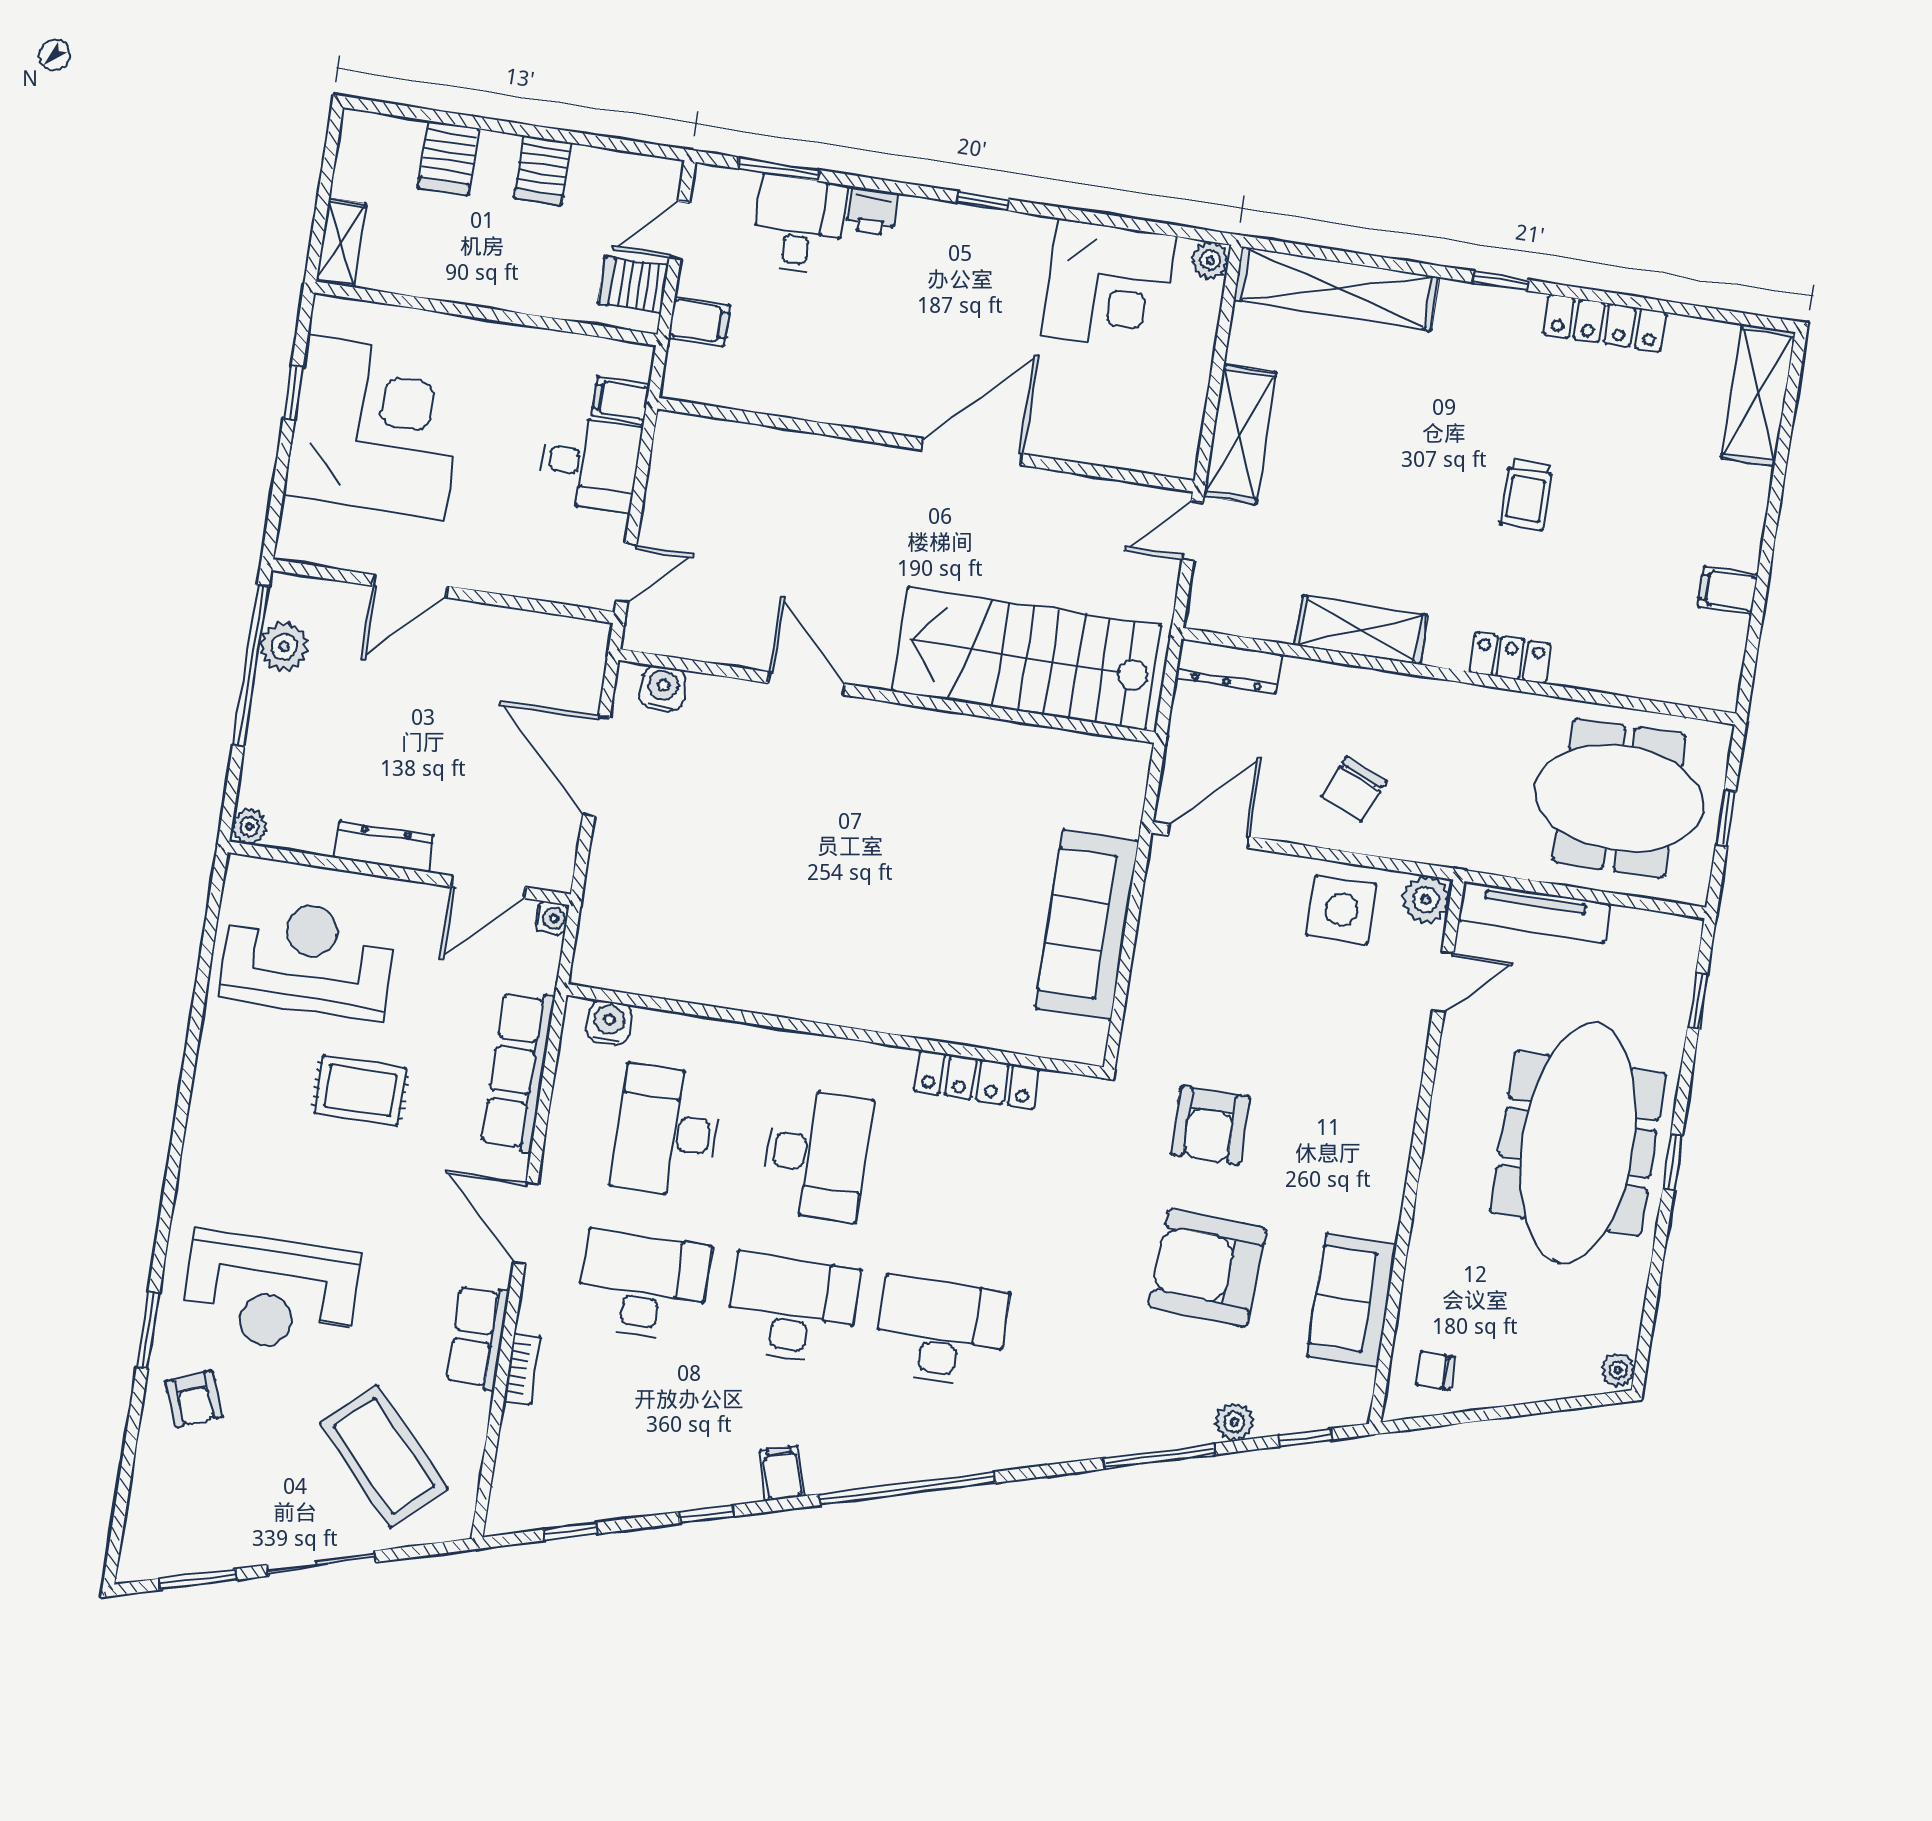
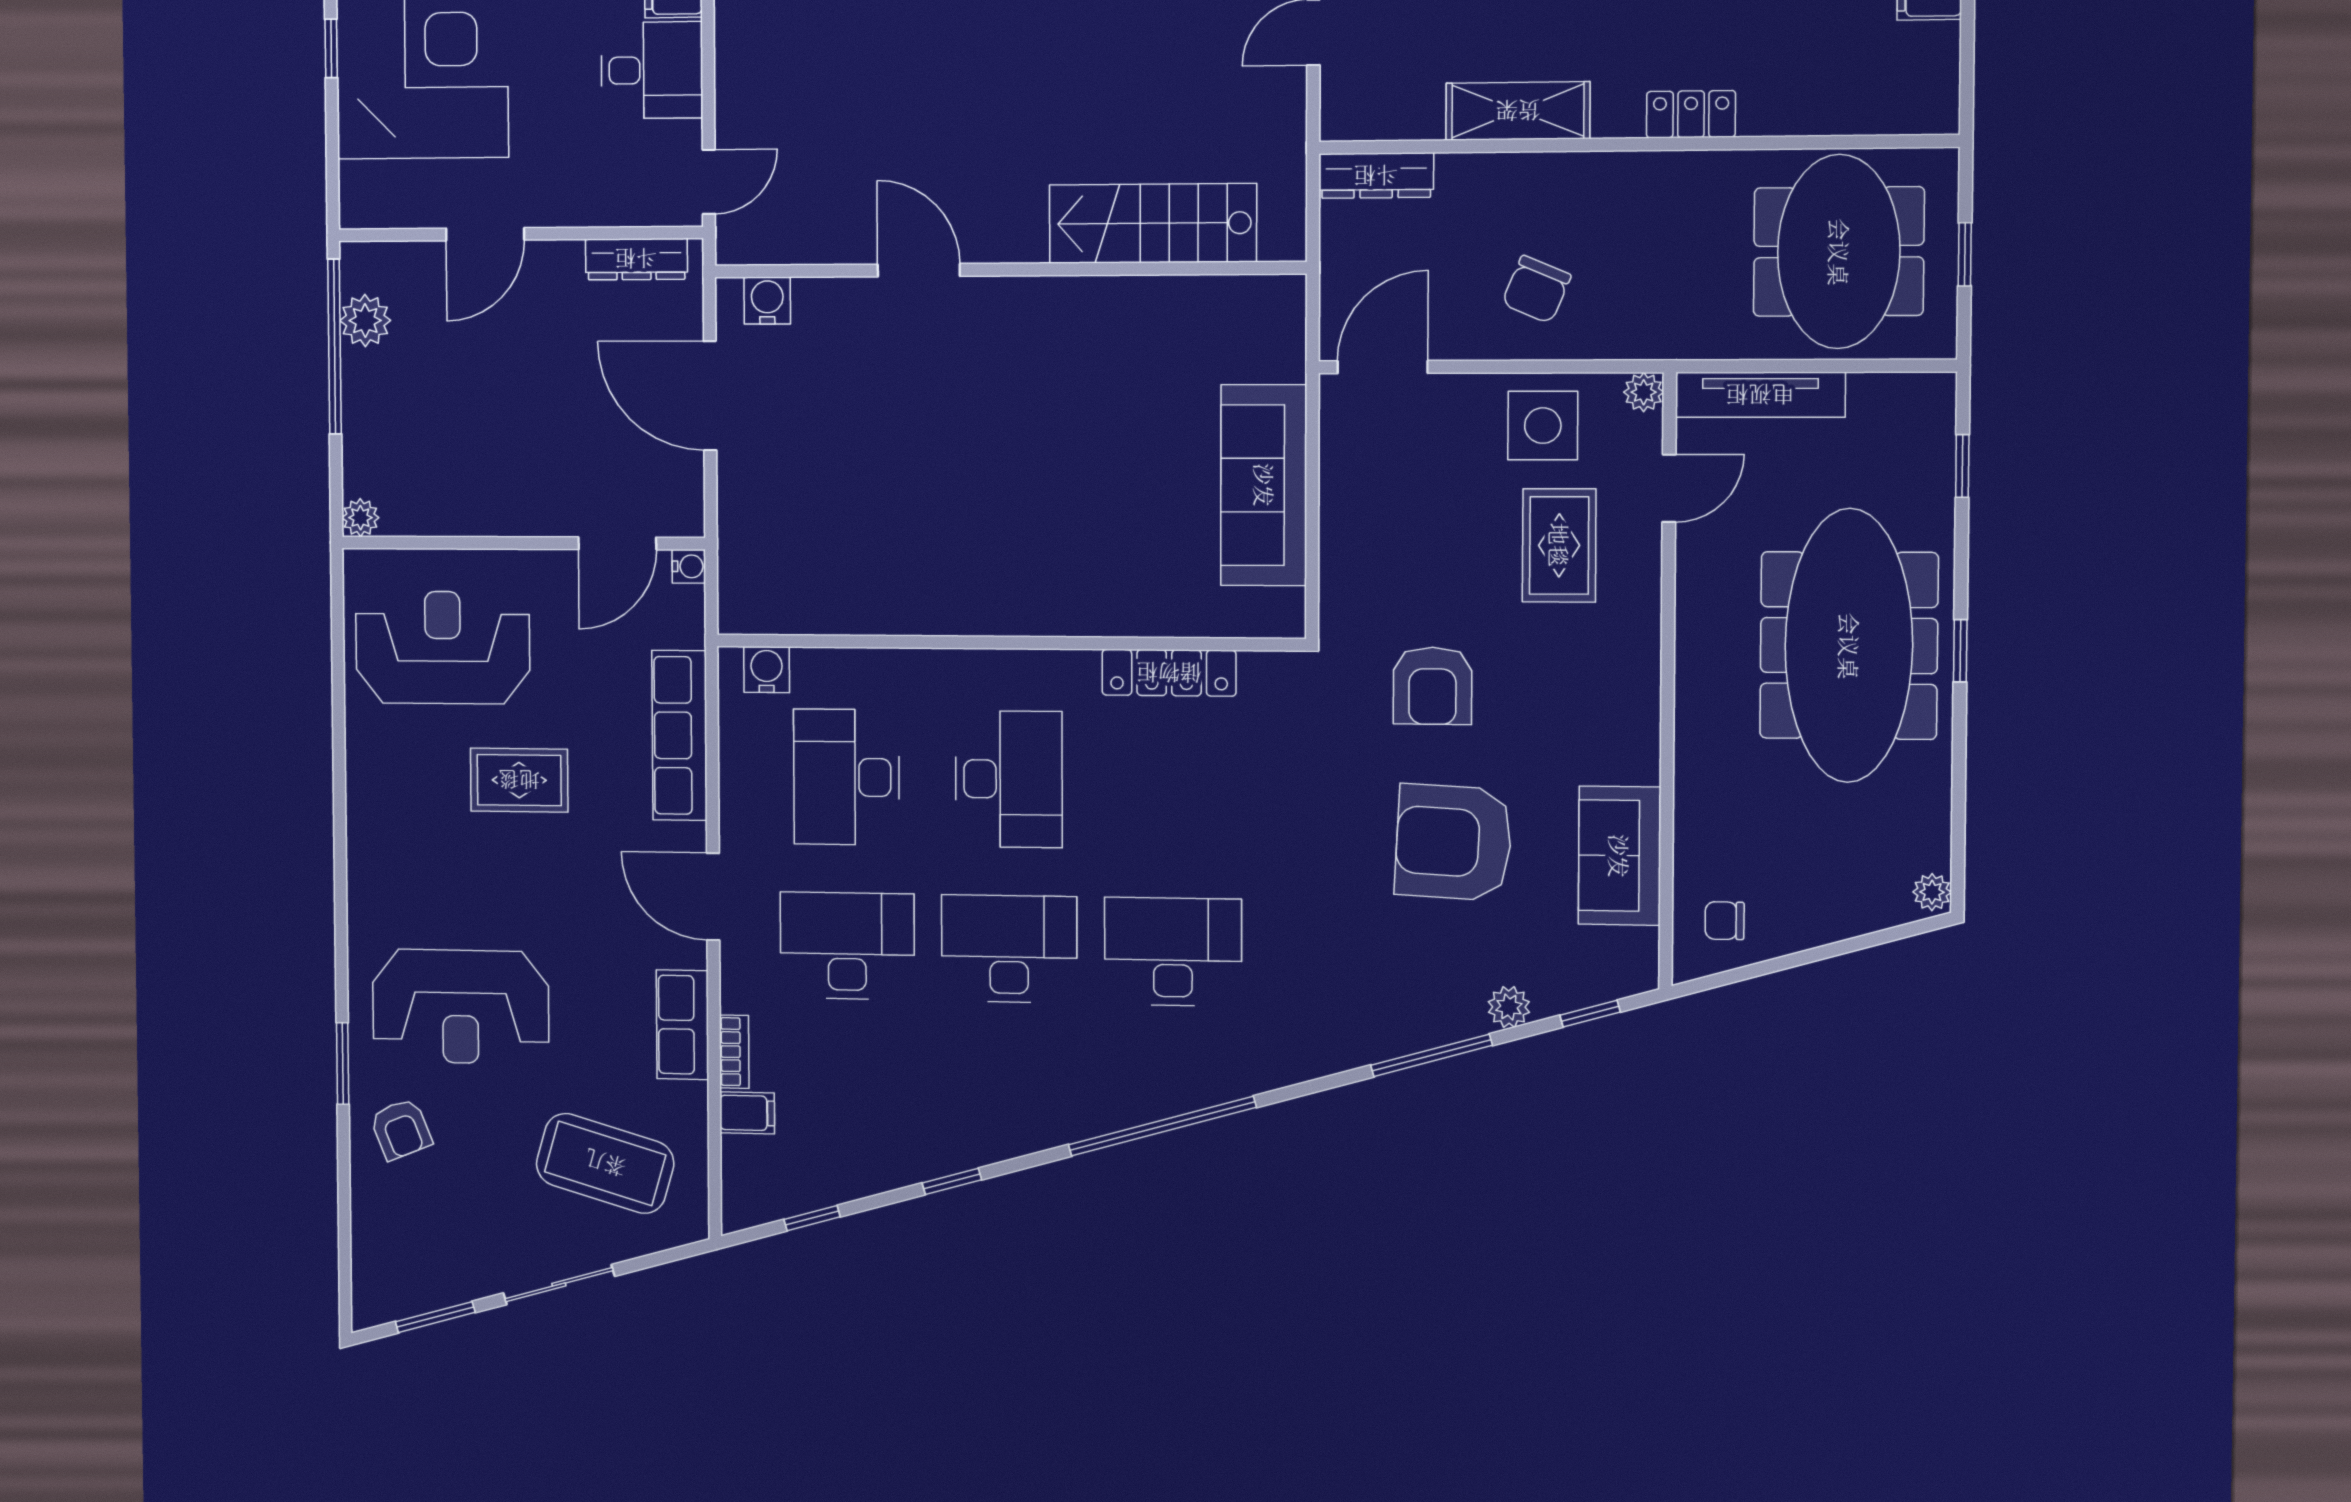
stairs: (1027, 658) -> (1153, 223), width x0.73, depth x0.66
meeting table: (1619, 798) -> (1839, 252), turned 90
dresser: (384, 846) -> (636, 259), moved, turned 180
plant: (1426, 899) -> (1644, 392), width x0.73, depth x0.73
rug: (1340, 1018) -> (1559, 545), added
coffee table: (384, 1456) -> (605, 1163), turned -31
filing cabinet: (782, 1473) -> (747, 1113), moved, turned 106

